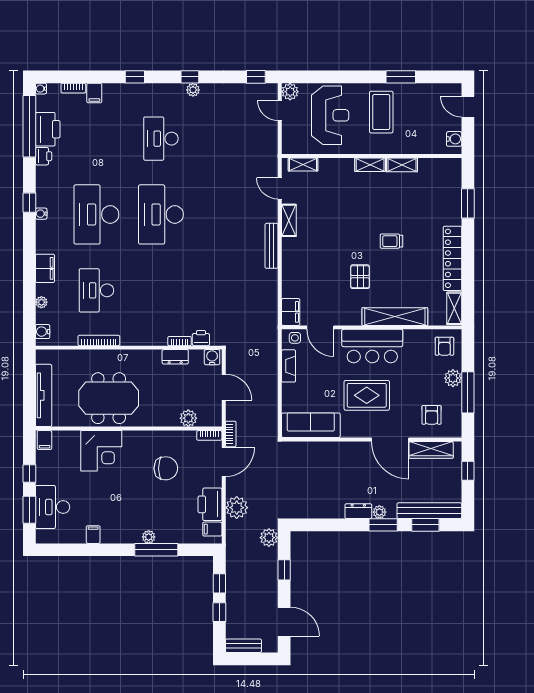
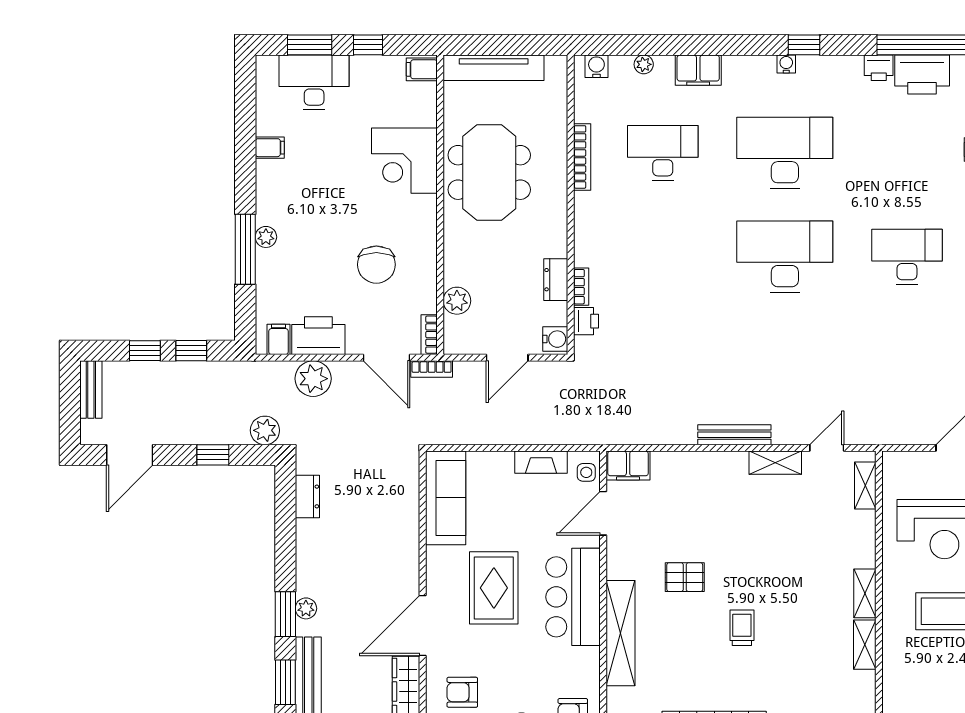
dresser: (358, 511) -> (307, 496), moved

